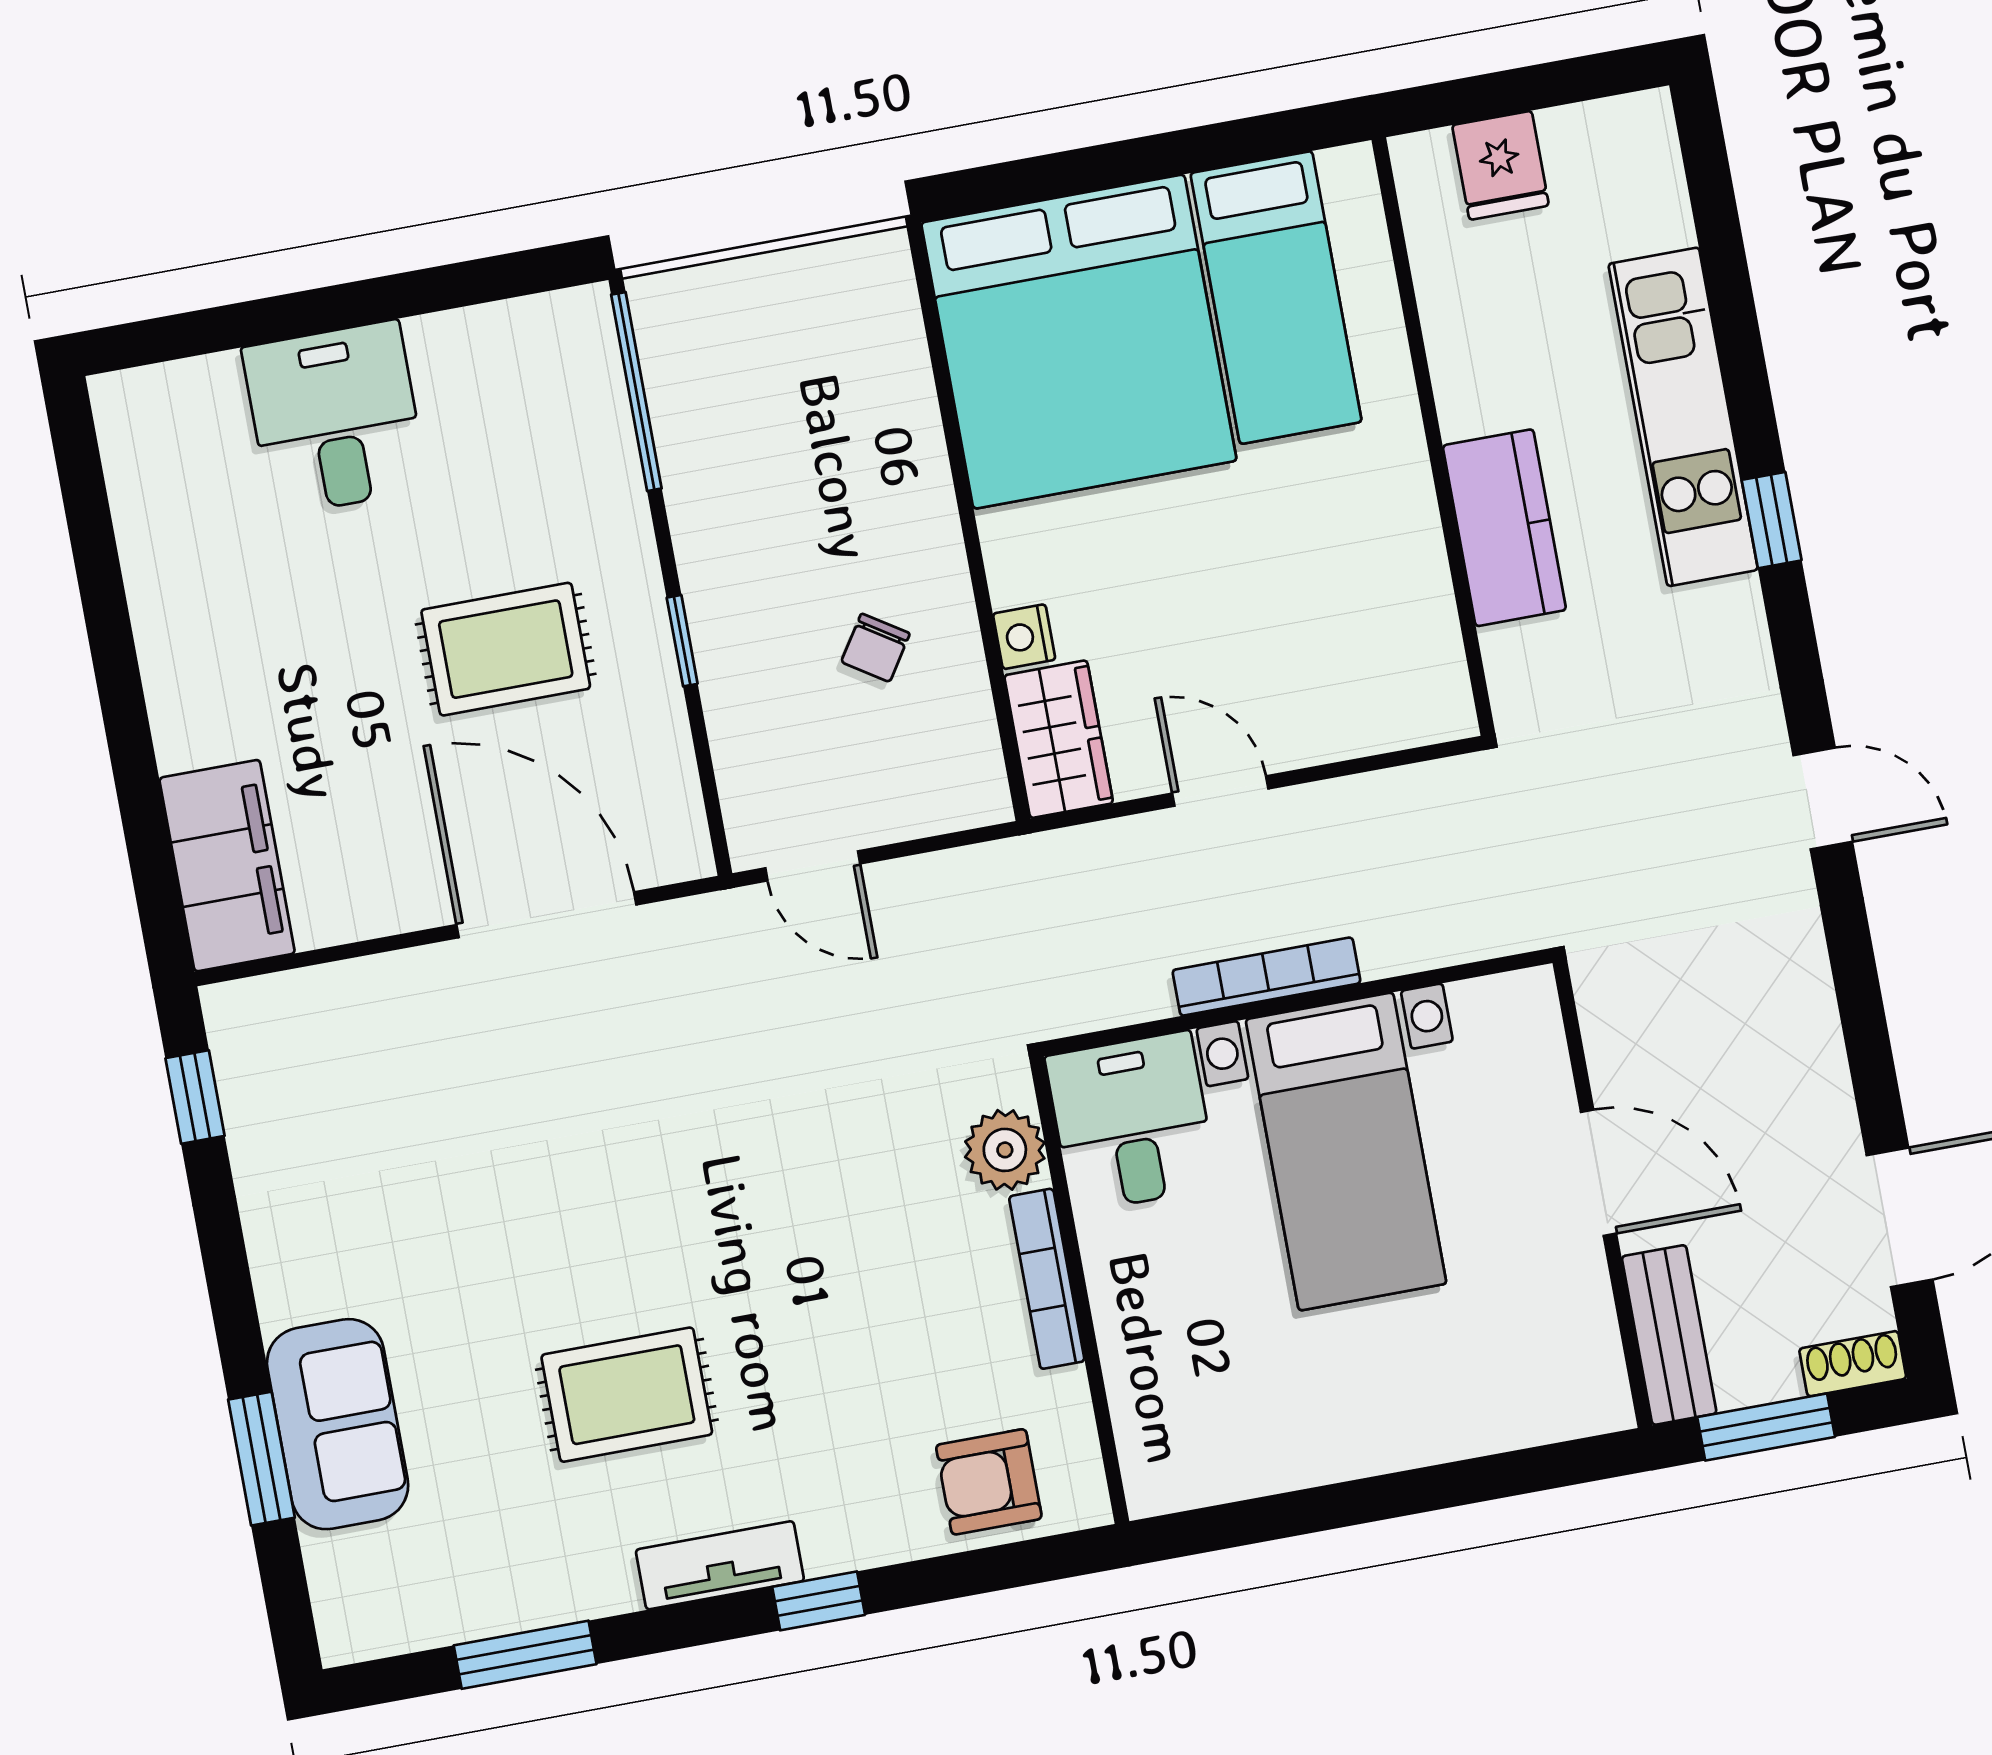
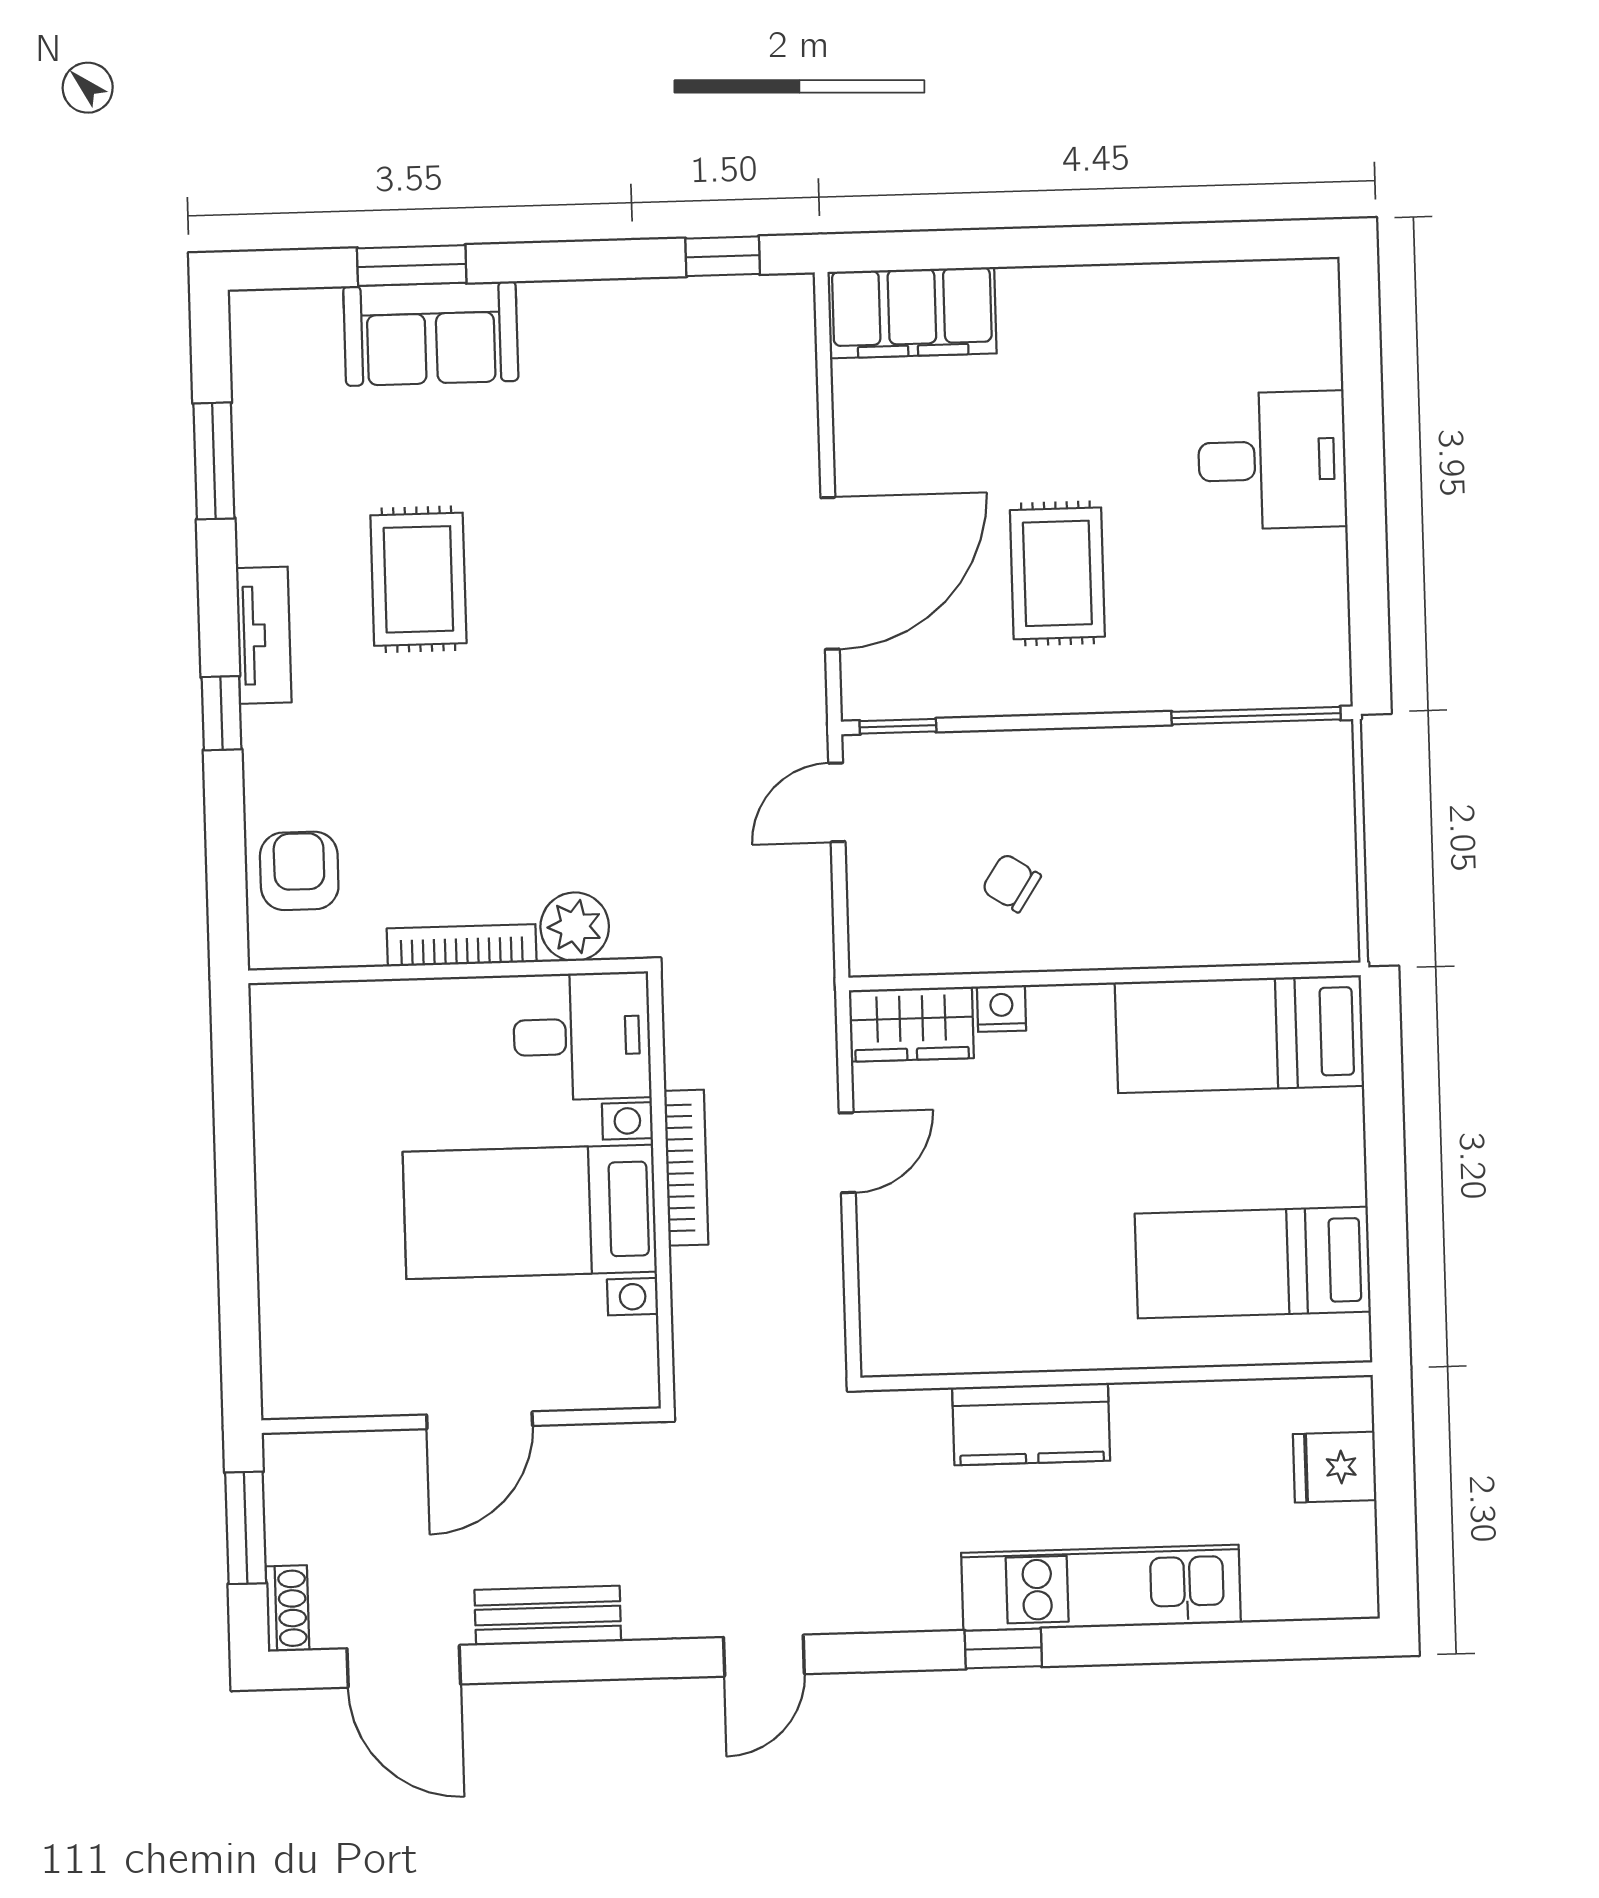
bed: (1079, 342) -> (1239, 1034), width x0.49
window: (682, 641) -> (898, 726), moved
bench: (1669, 1335) -> (548, 1616), moved

